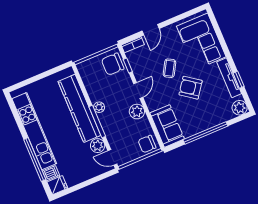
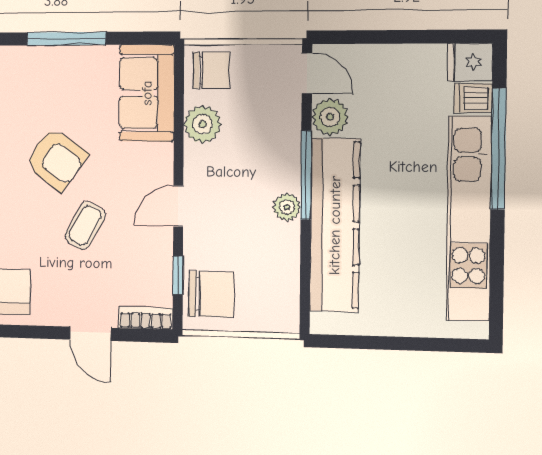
door: (151, 30) -> (91, 334), swing flipped
plant: (137, 112) -> (203, 124), moved
window: (205, 133) -> (66, 39), width x0.68

